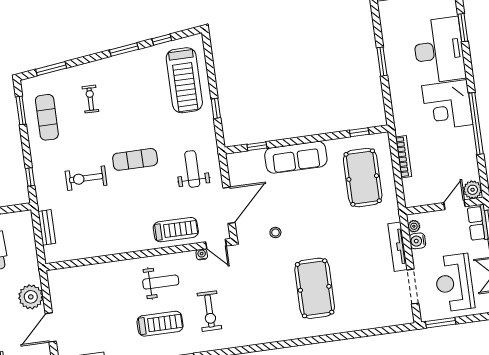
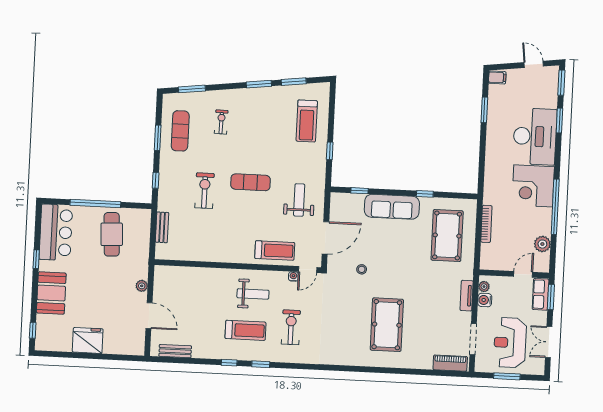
window: (162, 40) -> (294, 82), width x1.50
window: (382, 62) -> (484, 110), moved
treadmill: (184, 80) -> (307, 121), width x0.73, depth x0.73
window: (21, 110) -> (158, 138), moved
window: (359, 132) -> (425, 194), moved
exercise bike: (86, 178) -> (205, 191), turned 90
plant: (473, 190) -> (542, 244), moved
door: (216, 244) -> (308, 270), hinge flipped
tv unit: (398, 247) -> (467, 296), width x0.71
plant: (31, 297) -> (142, 286), width x0.53, depth x0.53
exercise bike: (209, 311) -> (291, 327), turned 180
piano: (392, 318) -> (450, 363), added
window: (441, 323) -> (507, 376), moved
door: (51, 327) -> (149, 316), swing flipped

